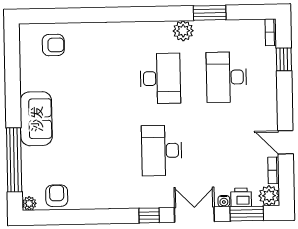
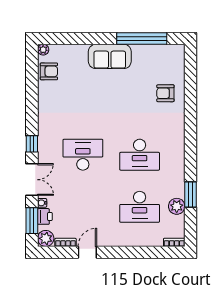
plant: (183, 31) -> (177, 206), moved
armchair: (53, 45) -> (165, 93), moved, turned 90
window: (284, 59) -> (153, 252), removed
desk: (226, 77) -> (140, 207), turned 180
window: (14, 160) -> (142, 38), moved

